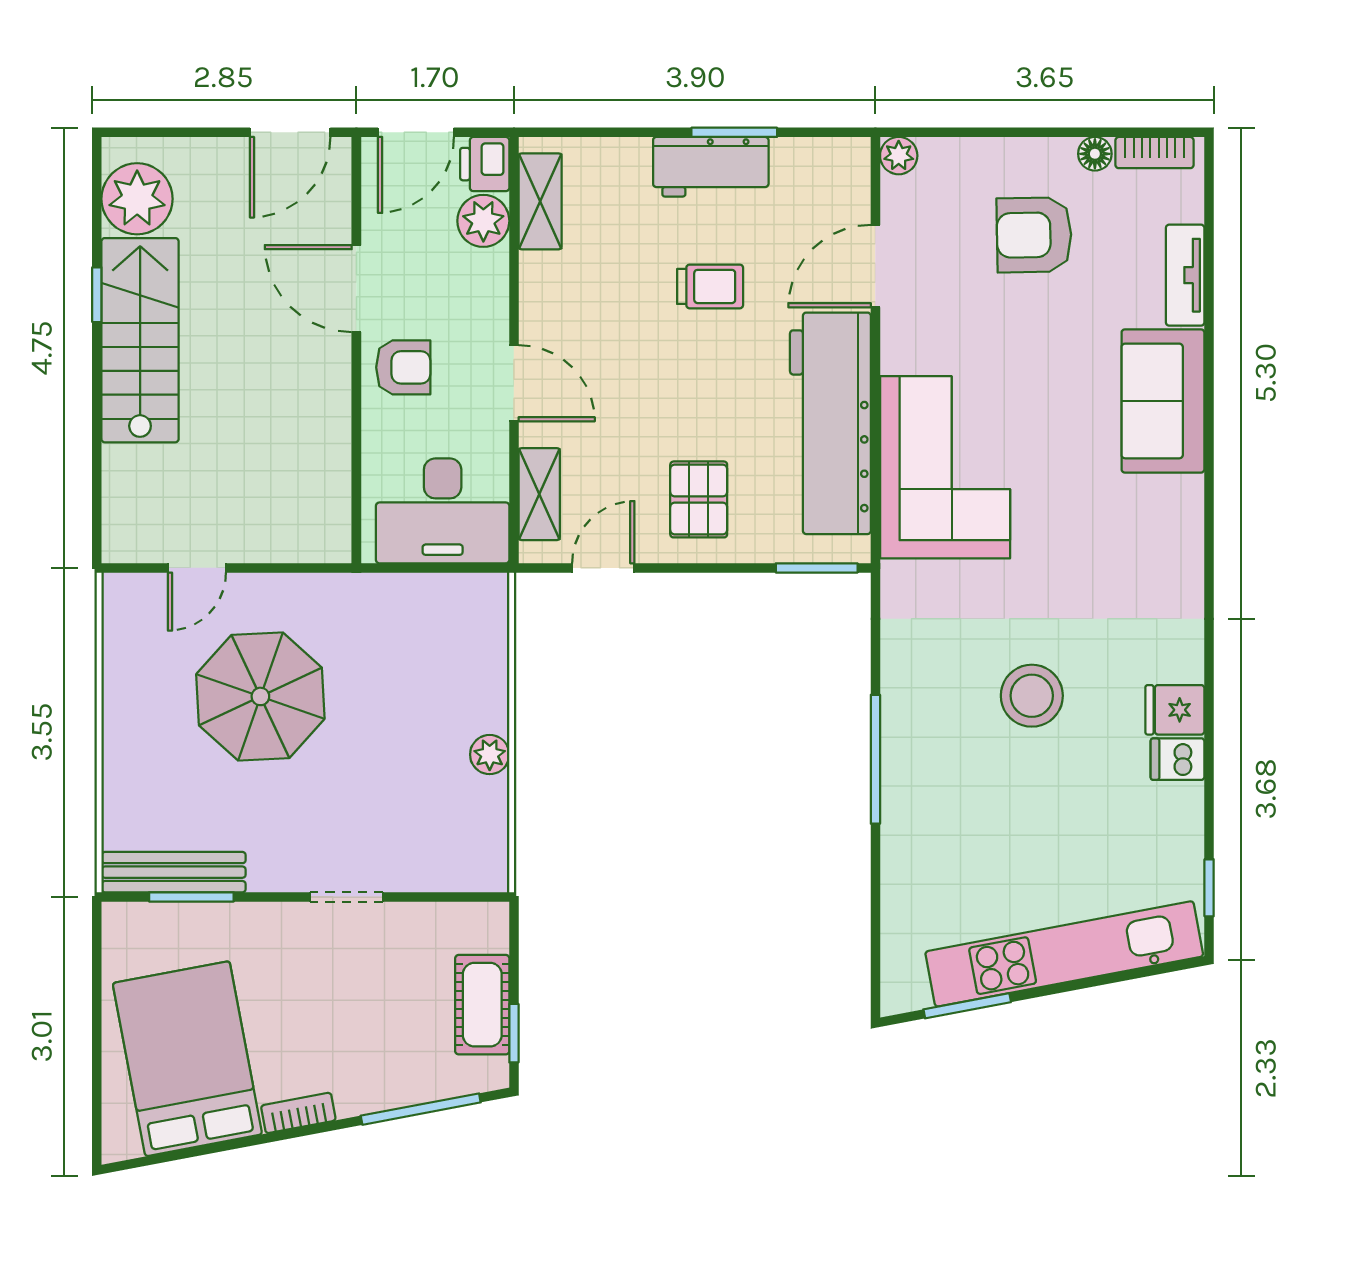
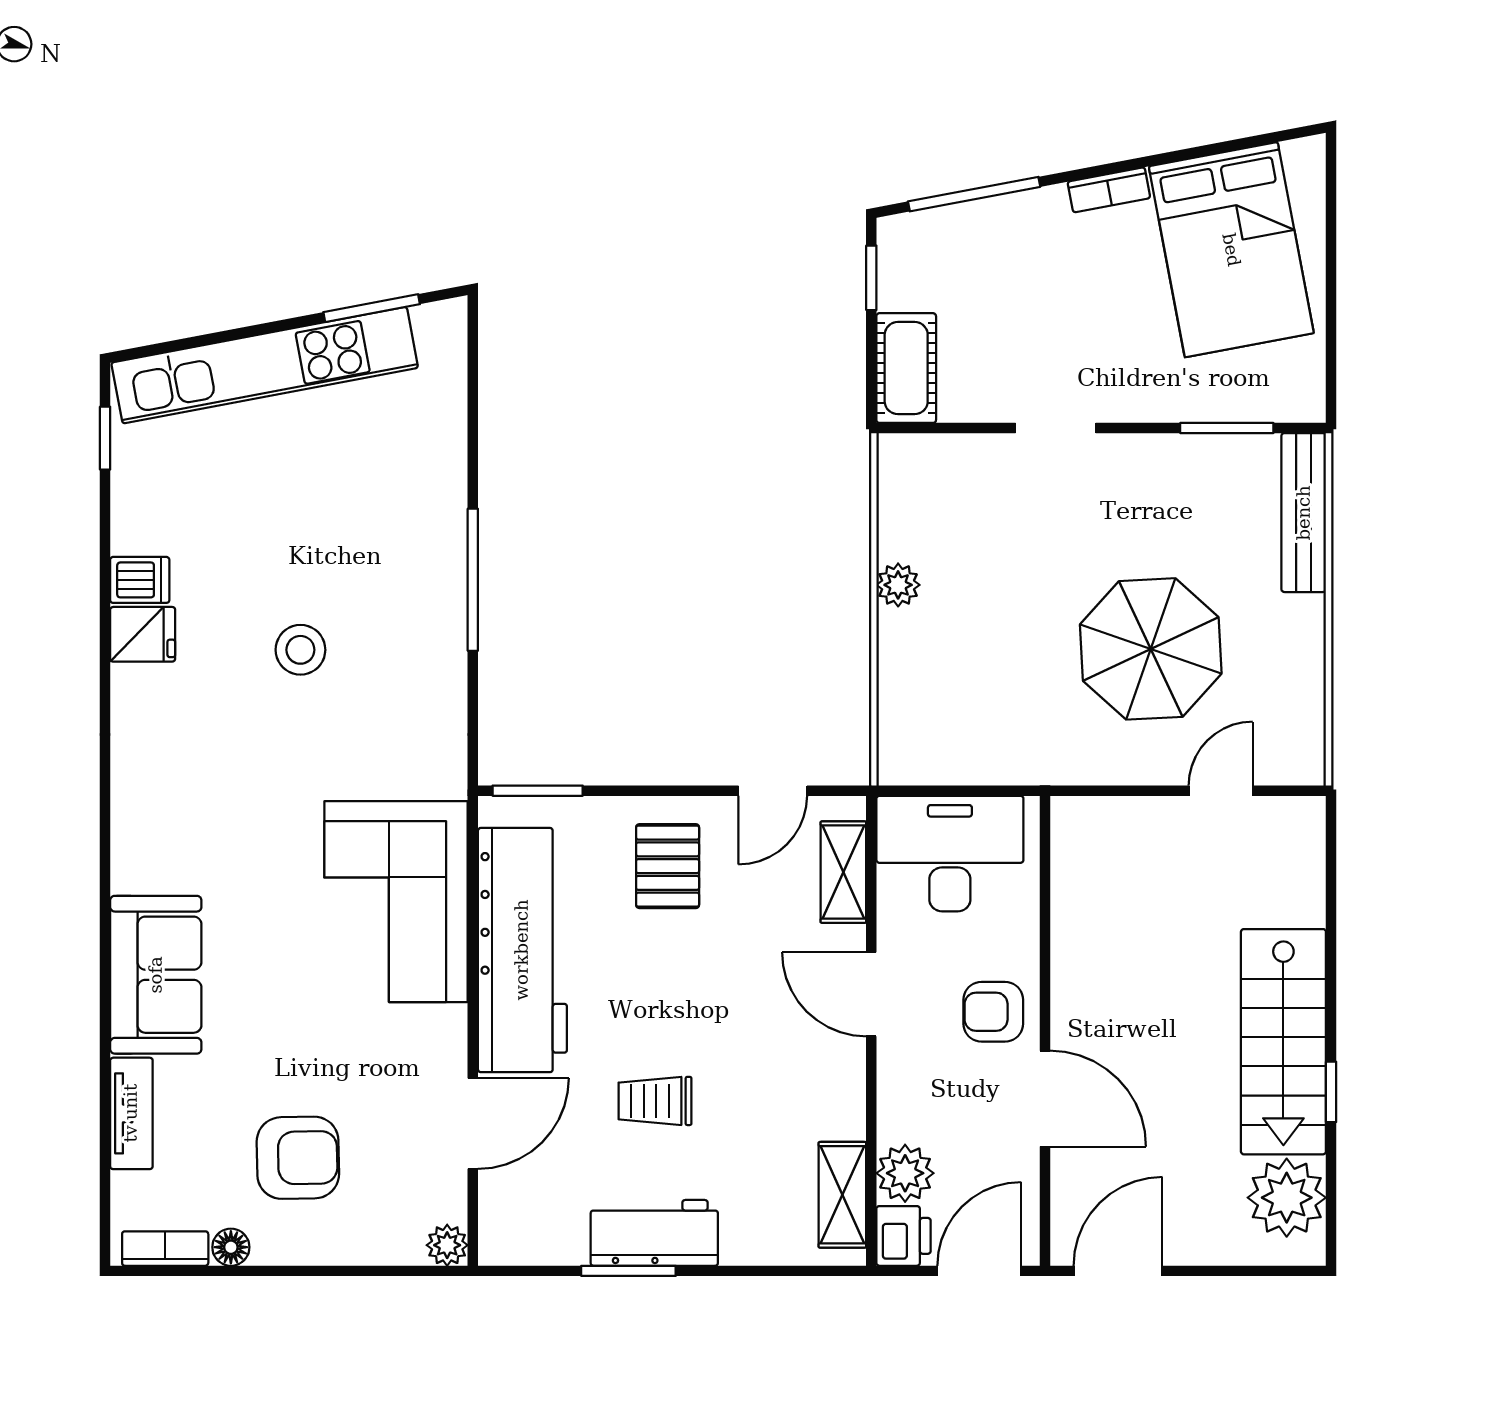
stool: (1032, 696) -> (300, 650), width x0.73, depth x0.73
bench: (174, 872) -> (1304, 513), moved, turned 90
cot: (482, 1005) -> (906, 368), moved

